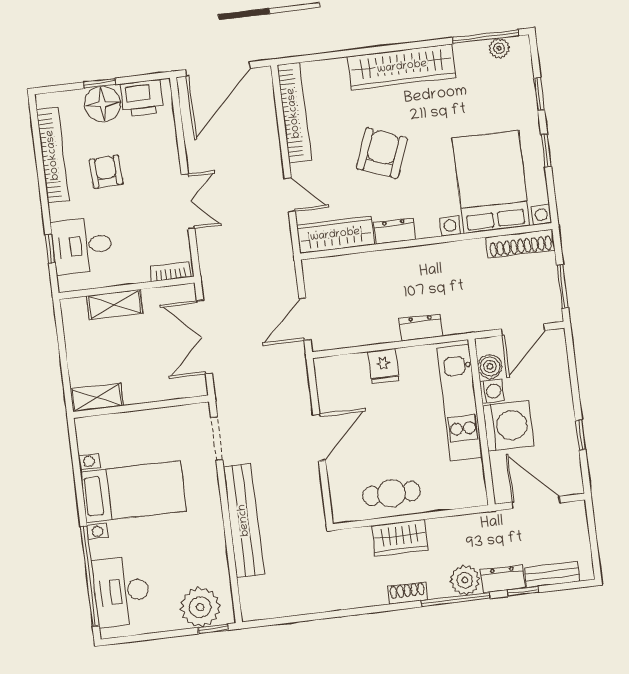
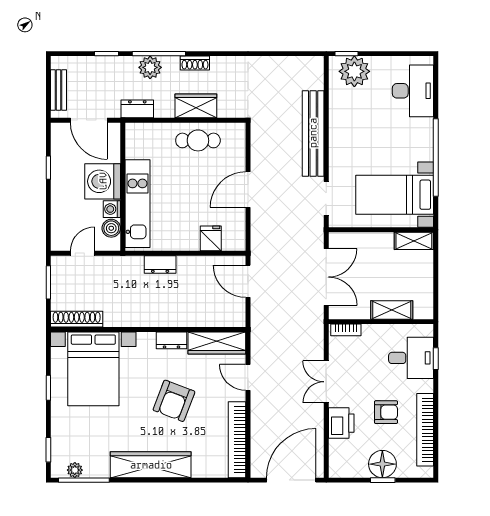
window: (539, 94) -> (48, 450), moved
printer: (142, 98) -> (341, 423), moved, turned 90
armchair: (106, 172) -> (386, 412), turned -88
door: (305, 319) -> (248, 281), swing flipped
door: (523, 330) -> (83, 253), width x0.73
fridge: (384, 366) -> (211, 238), moved
bed with nightstands: (133, 492) -> (395, 195), moved
bench: (552, 575) -> (59, 90), moved, turned 90
window: (90, 576) -> (436, 158), moved
dresser: (503, 579) -> (137, 109), moved, turned 180

